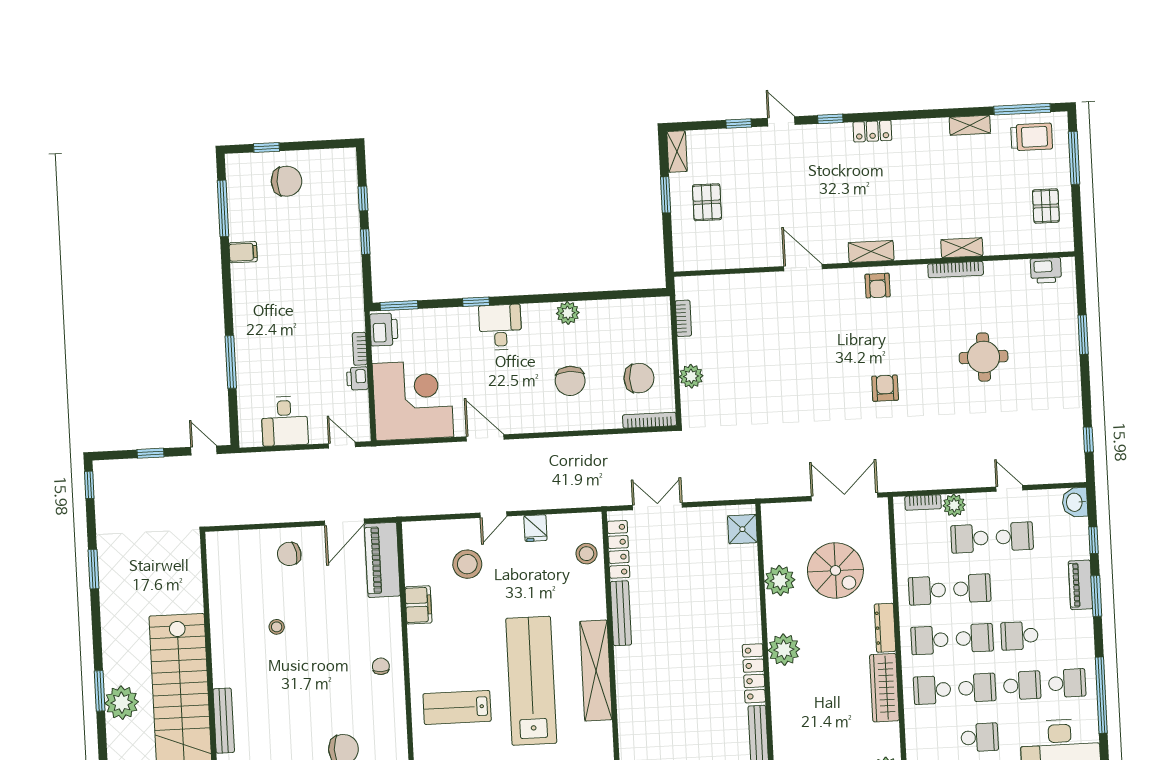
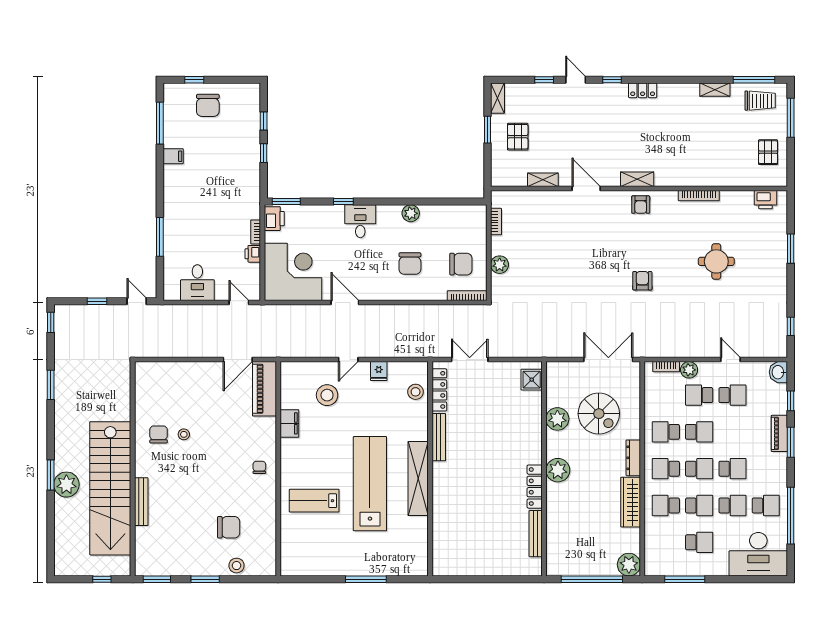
chair: (287, 181) -> (208, 105), turned 90
shelving: (962, 248) -> (543, 180), moved
chair: (289, 554) -> (159, 434), moved, turned 99
school desk: (1020, 636) -> (732, 469), turned 180

